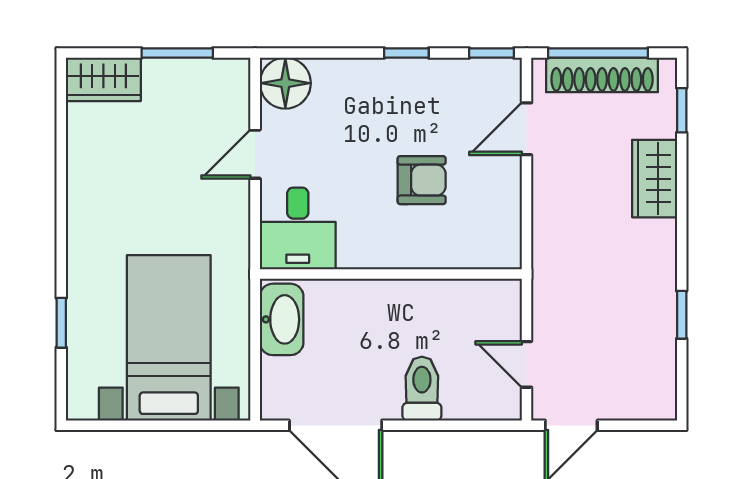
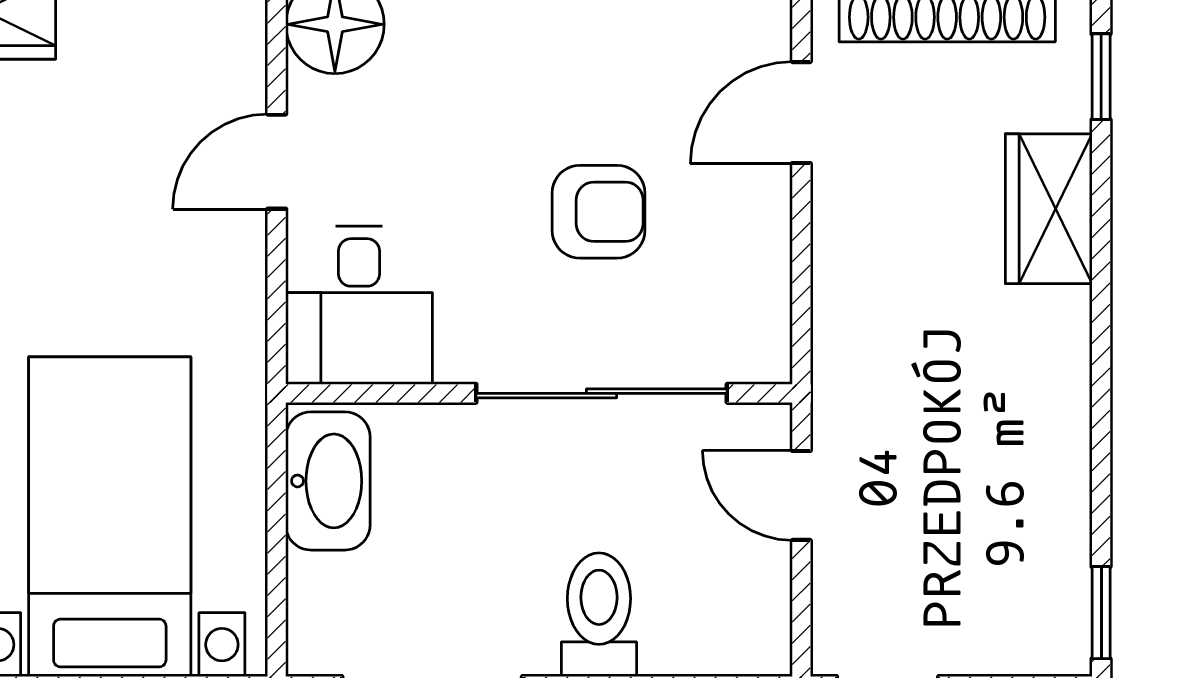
sliding door: (423, 274) -> (602, 393), added
window: (682, 315) -> (1101, 613), moved
door: (527, 364) -> (801, 495), moved

